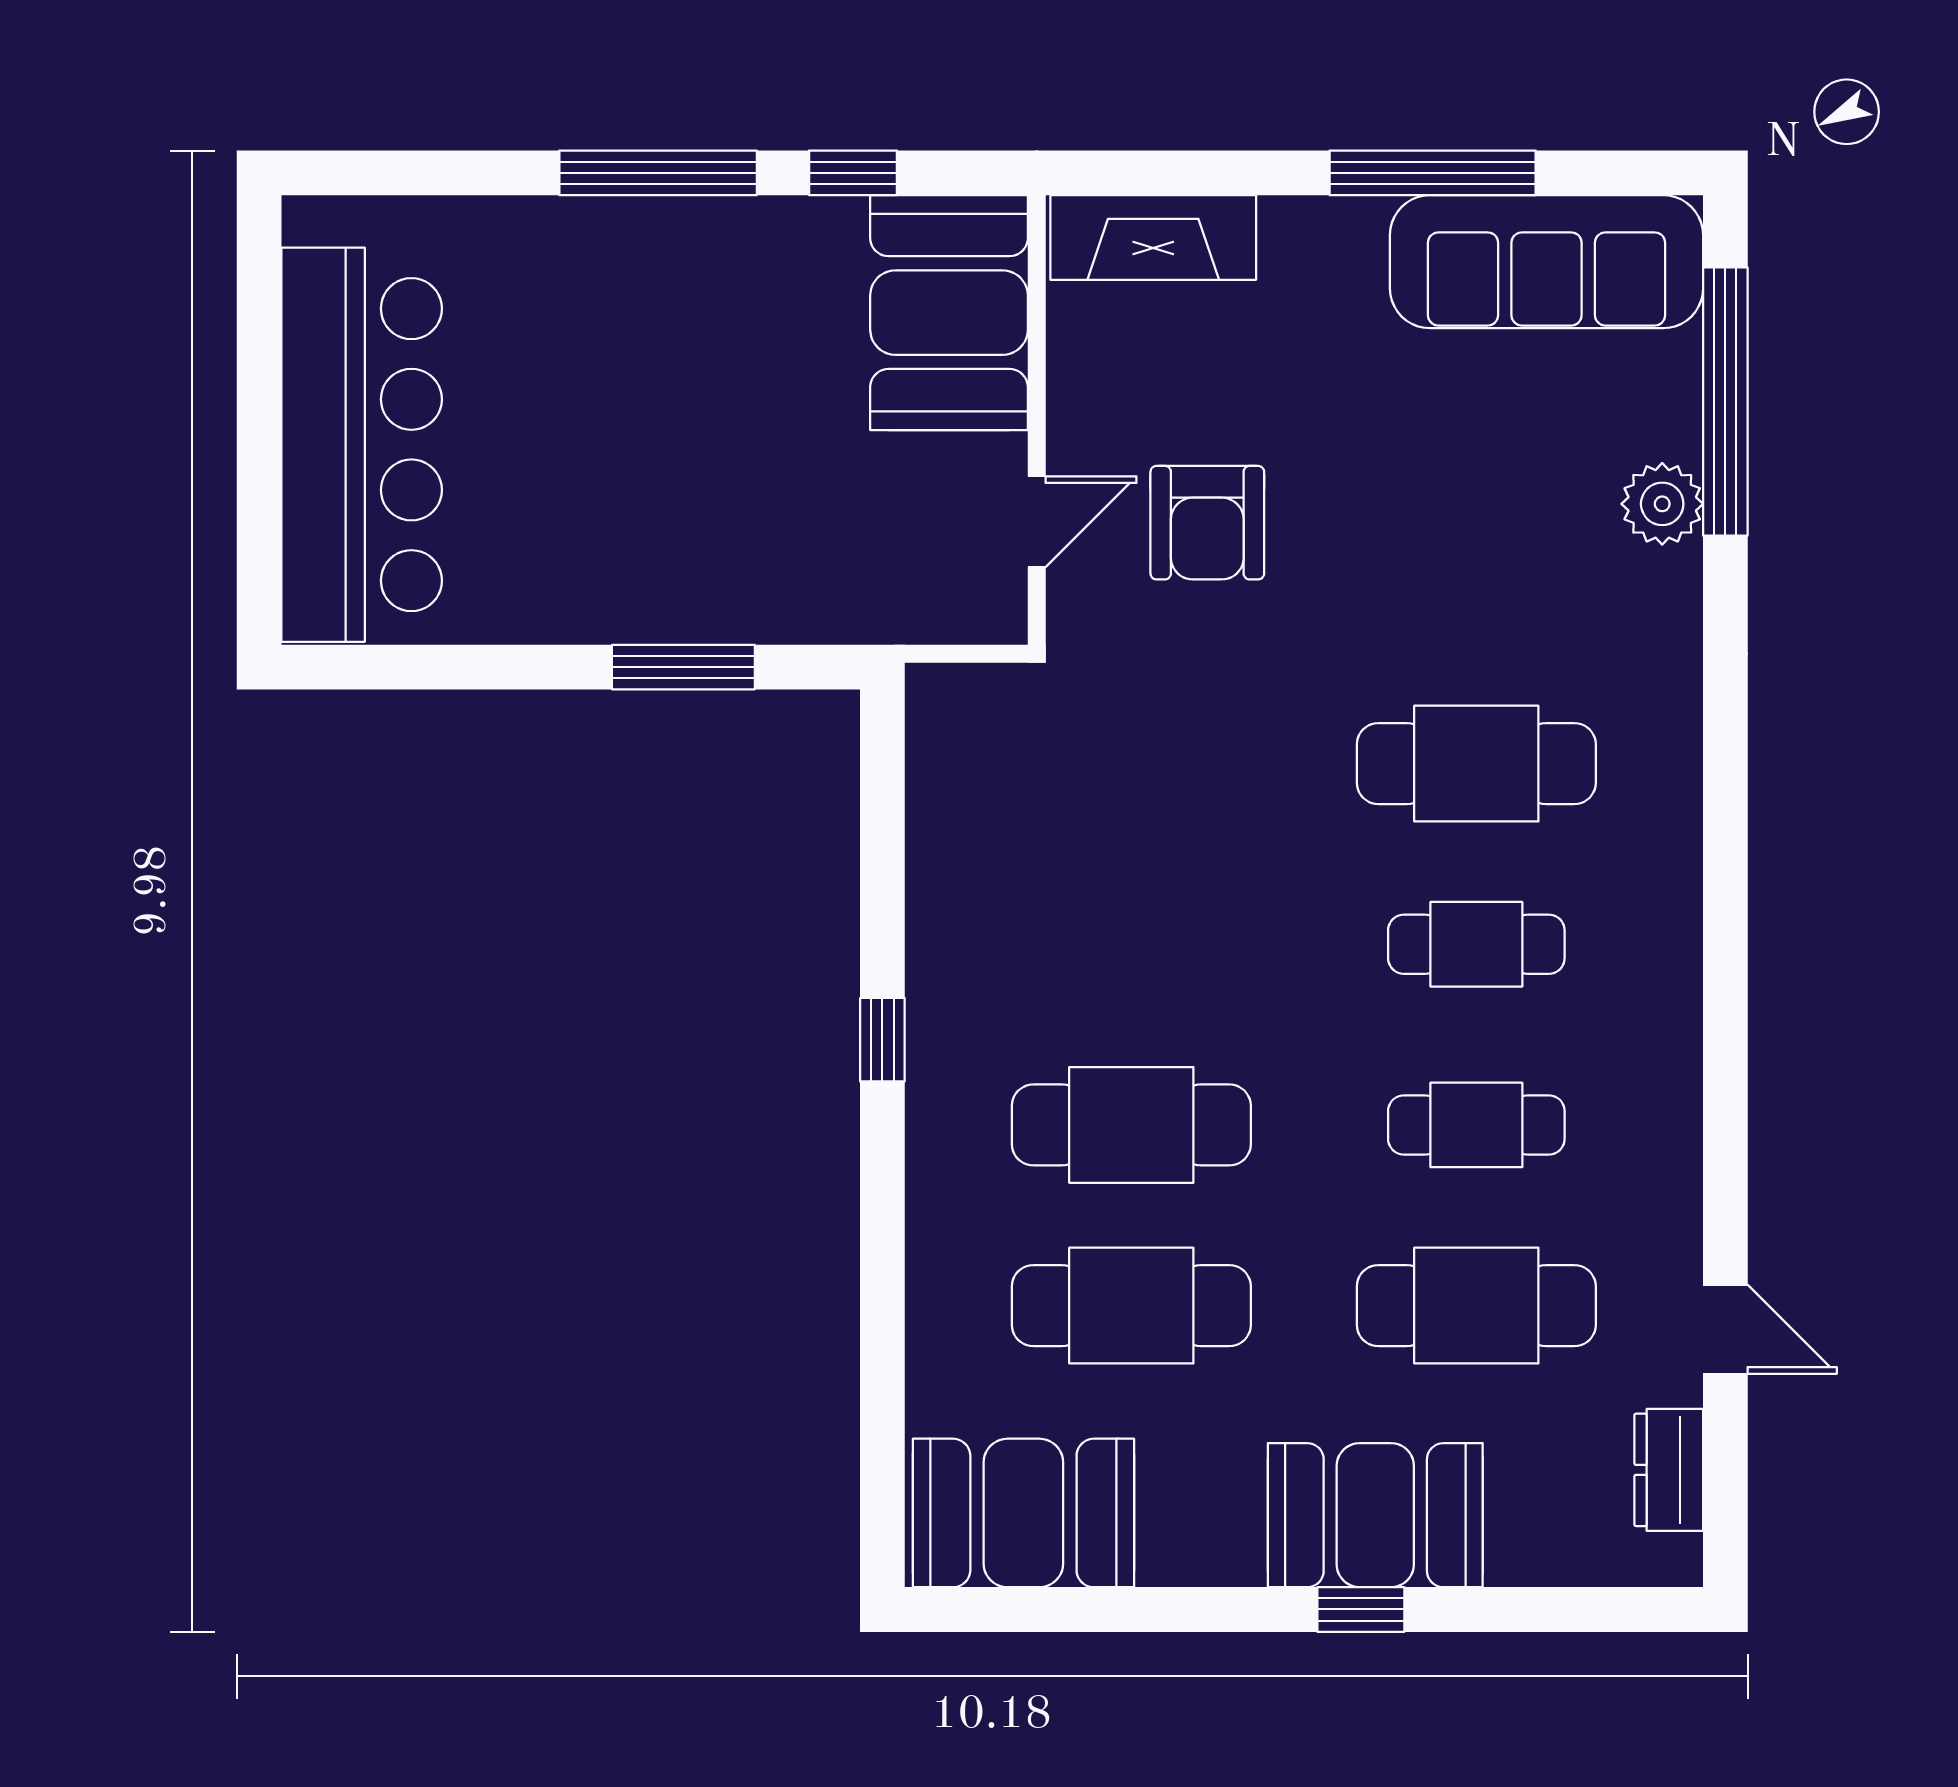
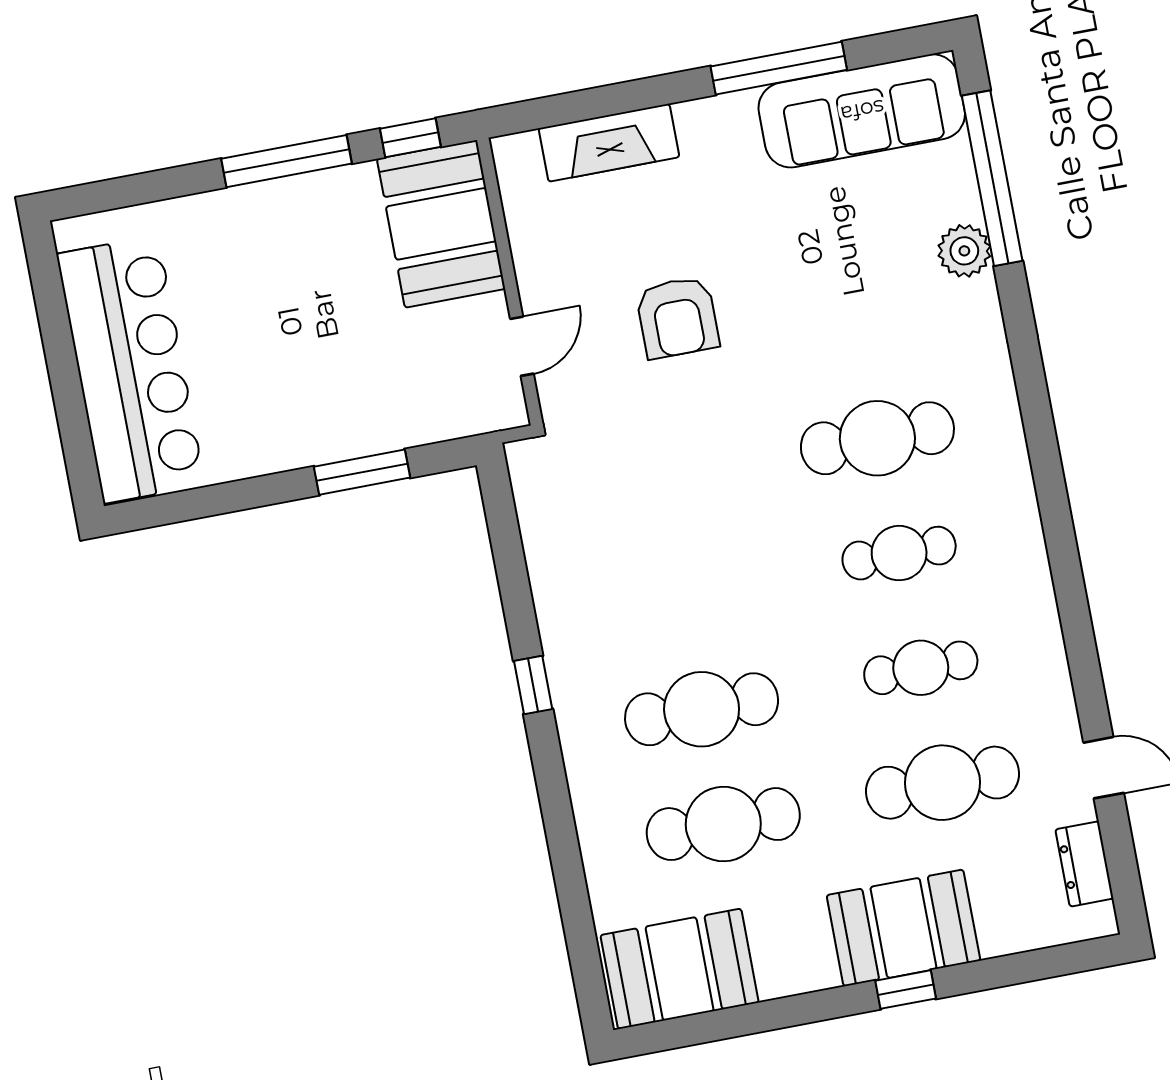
booth: (949, 313) -> (441, 224), moved
wall: (1037, 420) -> (510, 282), moved
door: (1037, 522) -> (522, 346), moved

